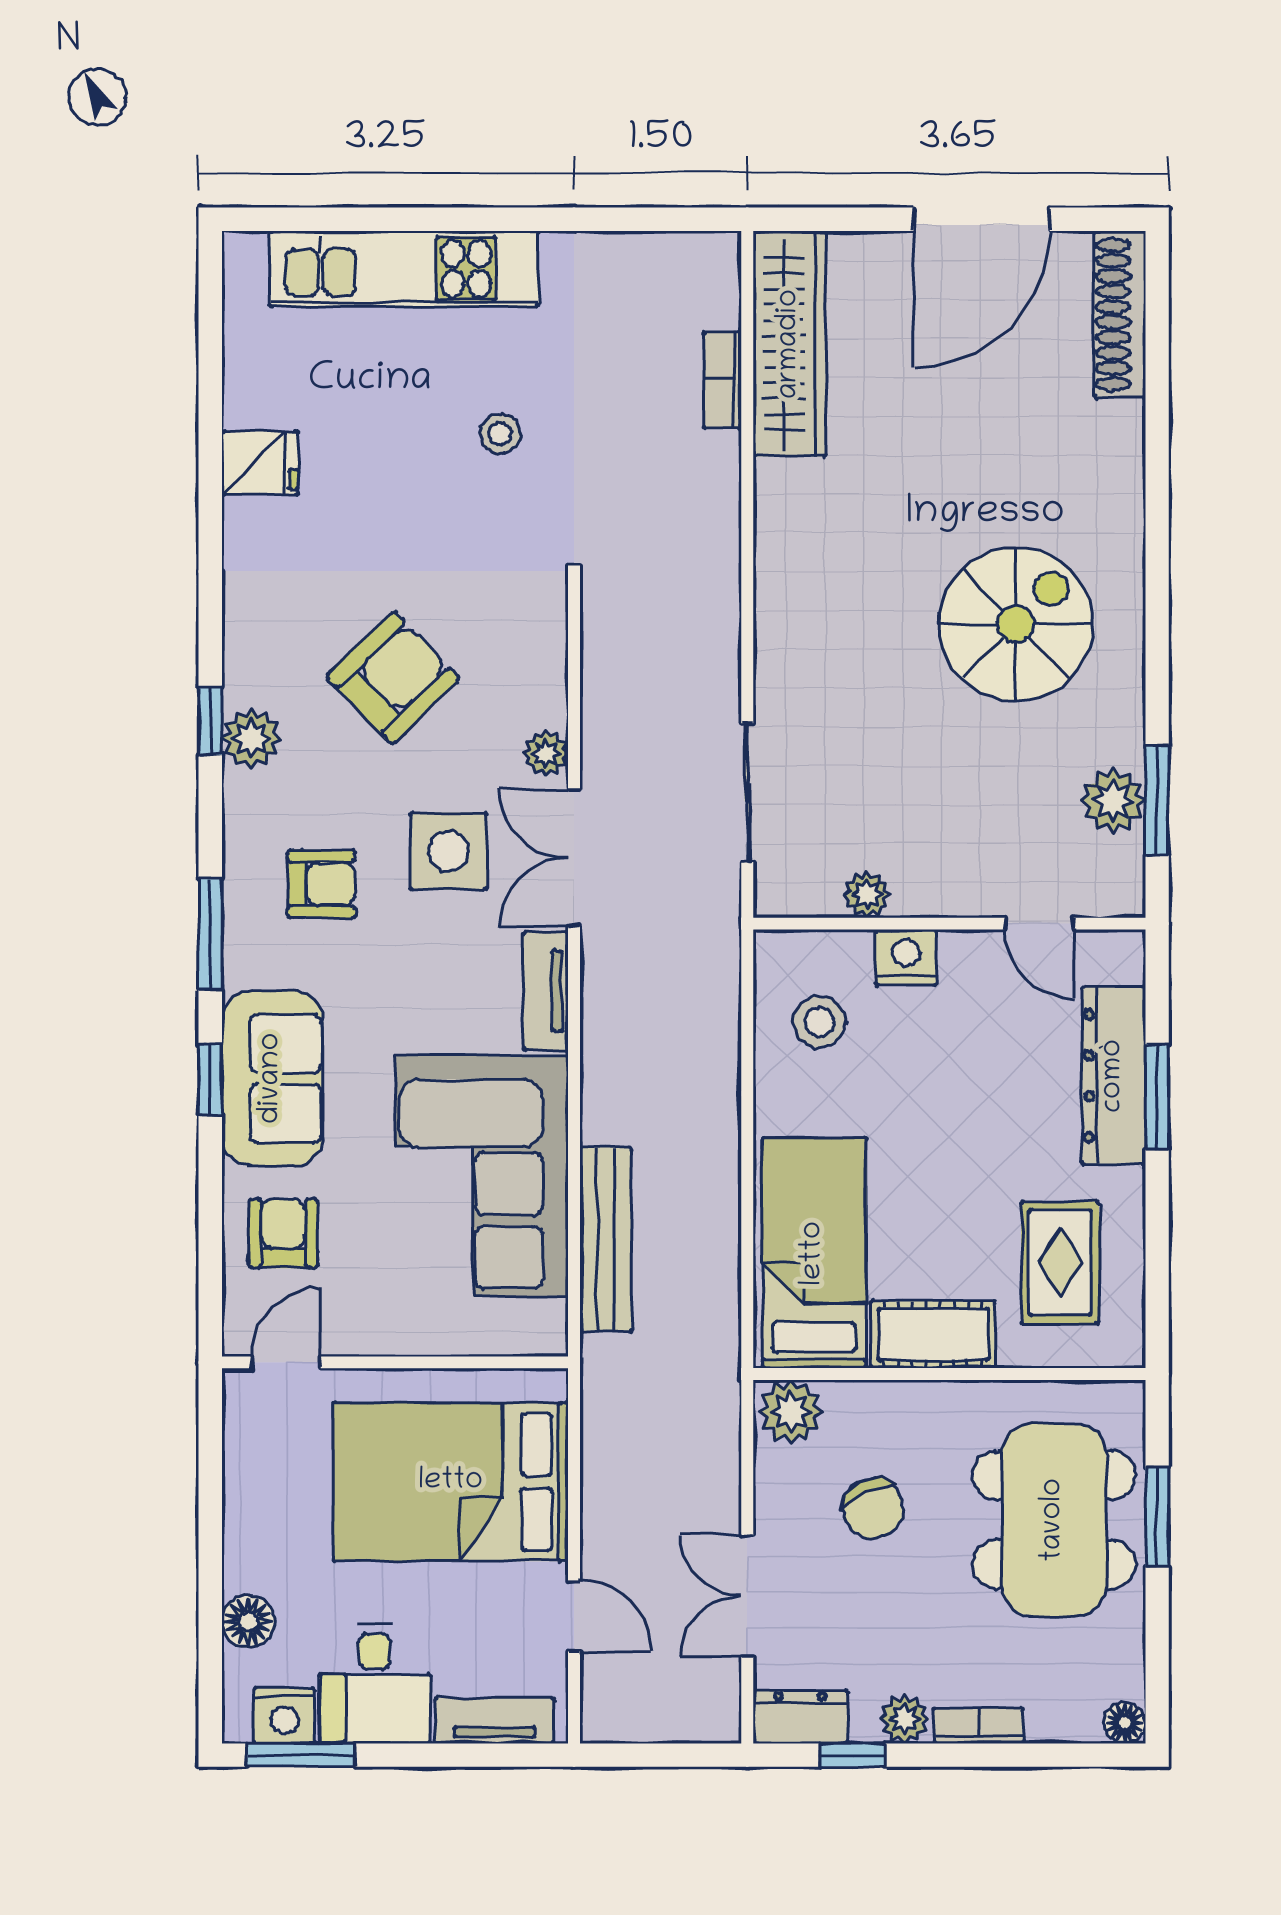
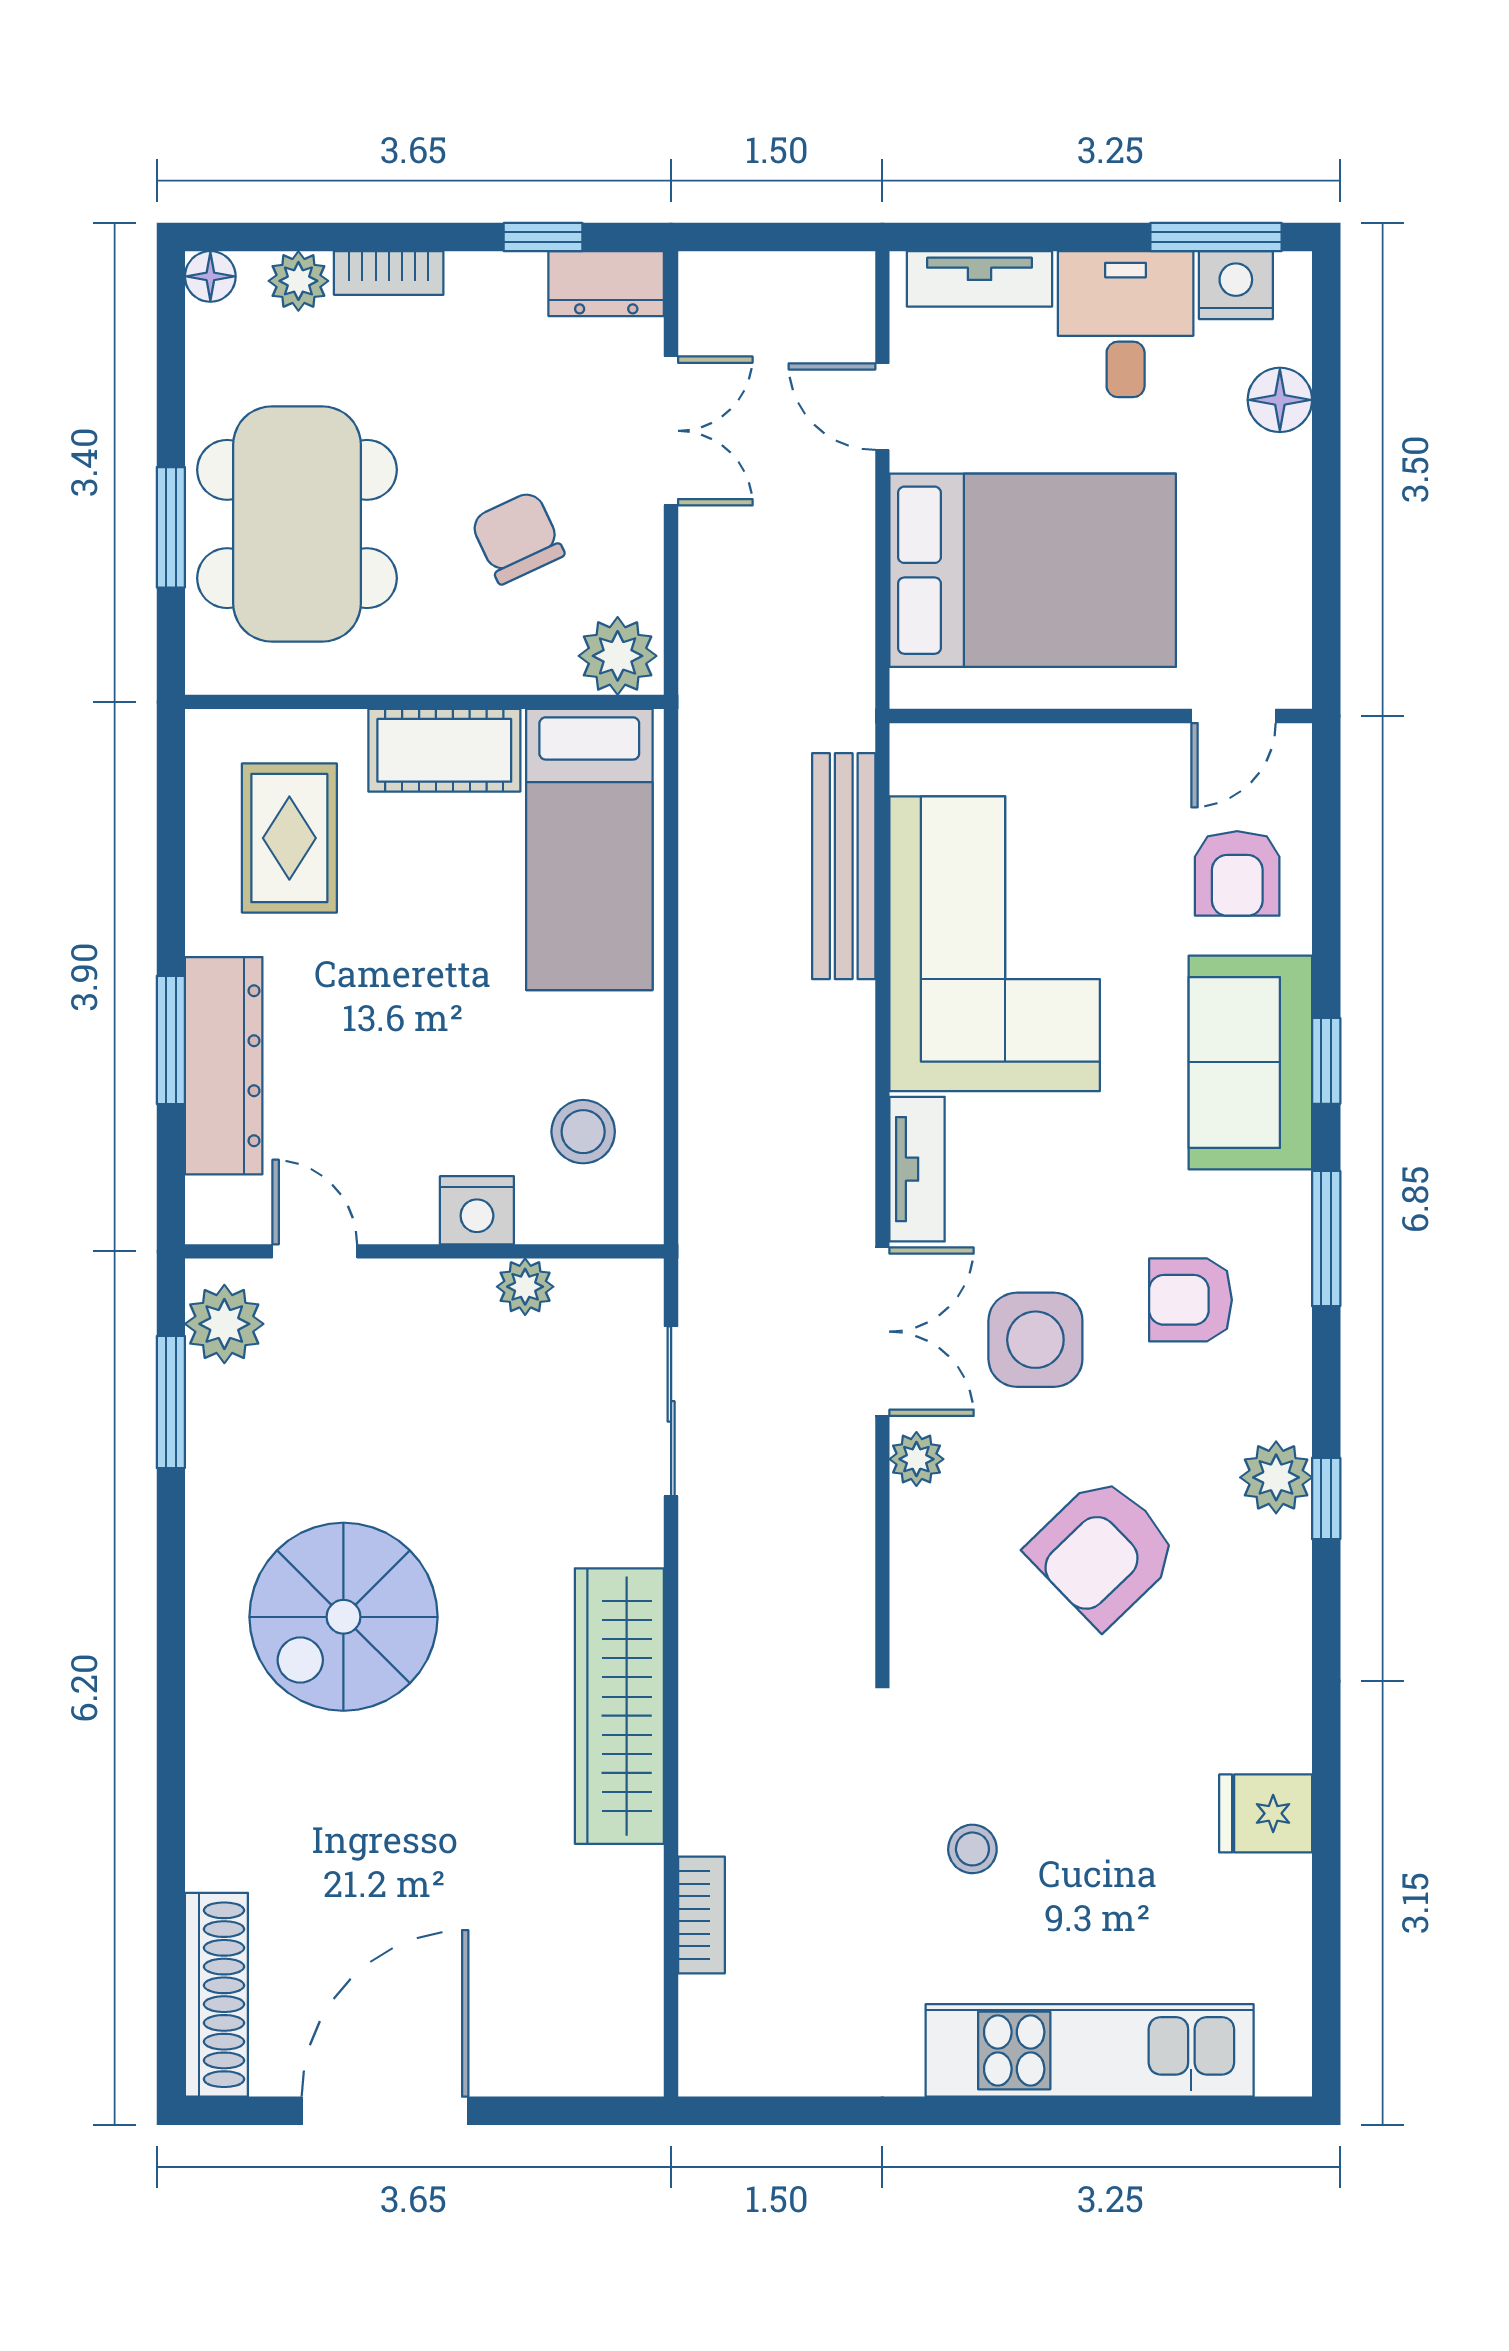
wardrobe: (790, 344) -> (619, 1706), moved
plant: (1113, 801) -> (224, 1324), moved
plant: (905, 1719) -> (298, 281), moved

